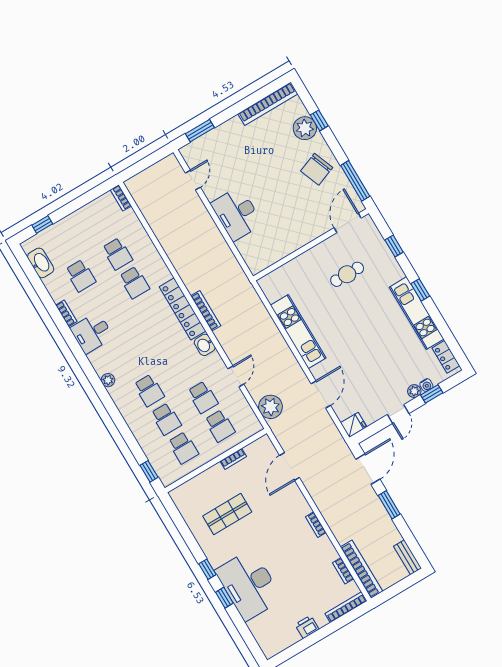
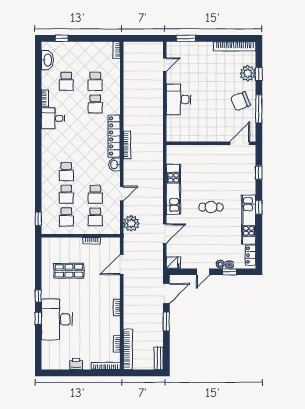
window: (355, 181) -> (259, 109), moved
cafe table: (347, 274) -> (211, 207), moved
plant: (108, 380) -> (46, 152), removed

